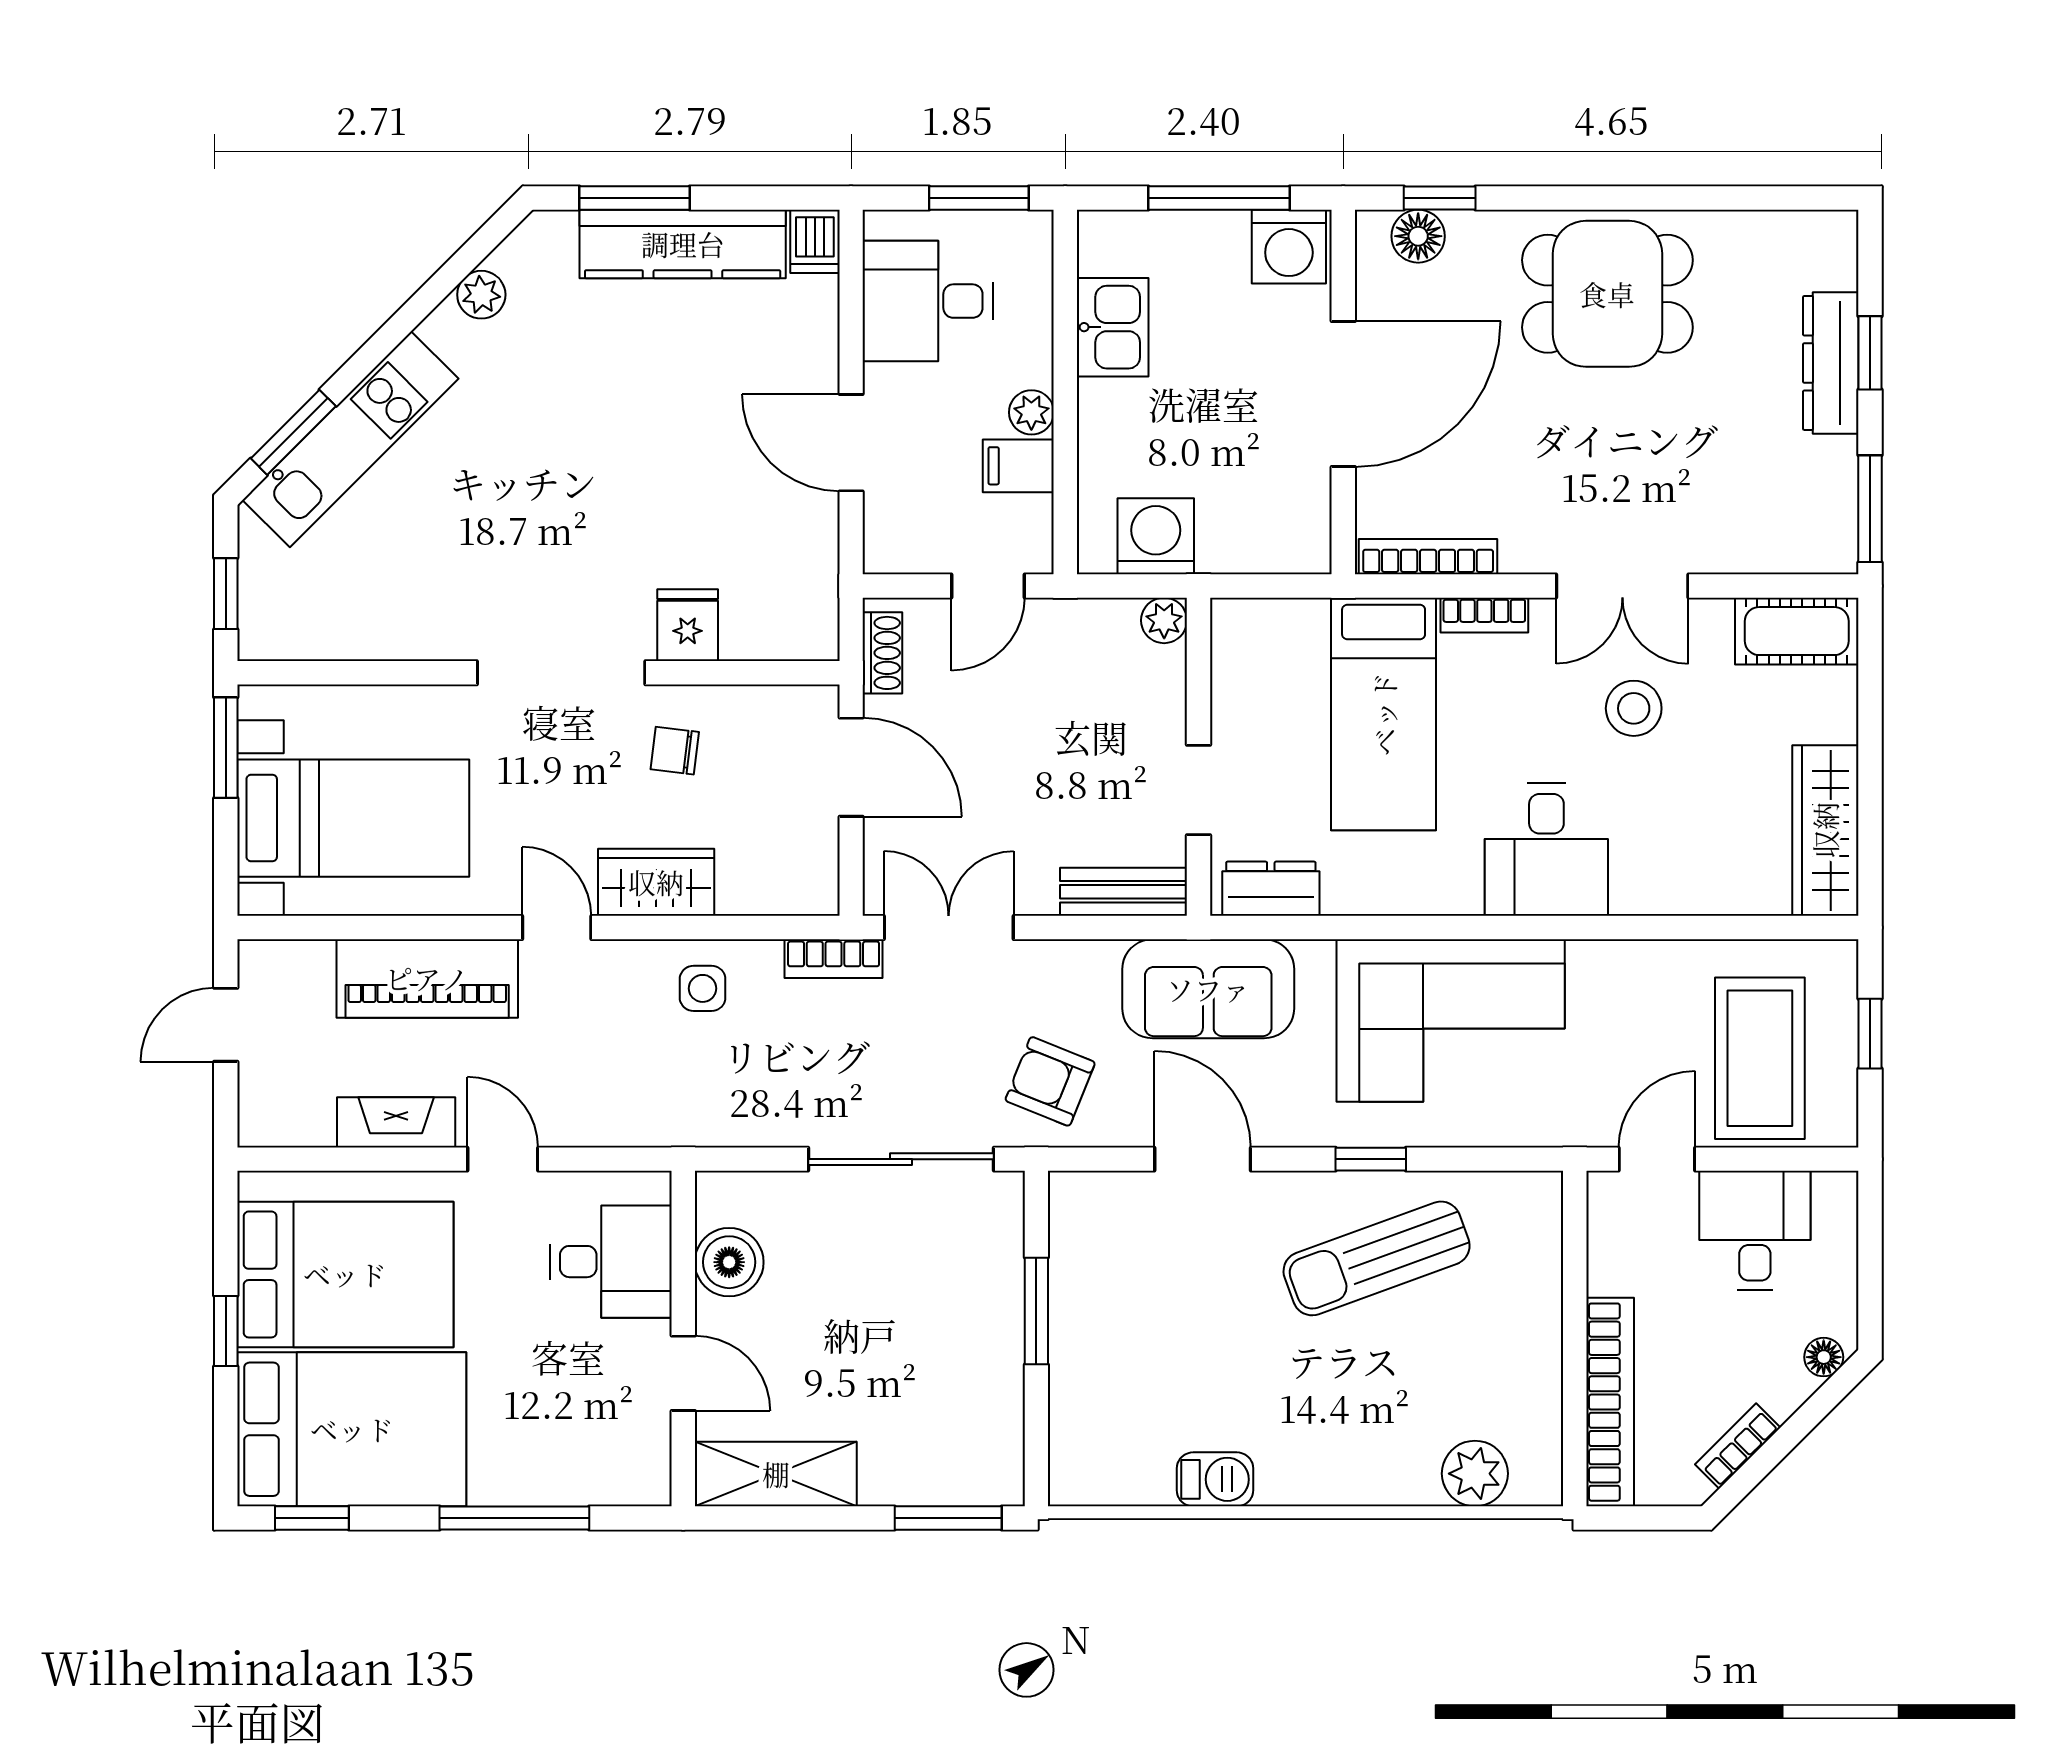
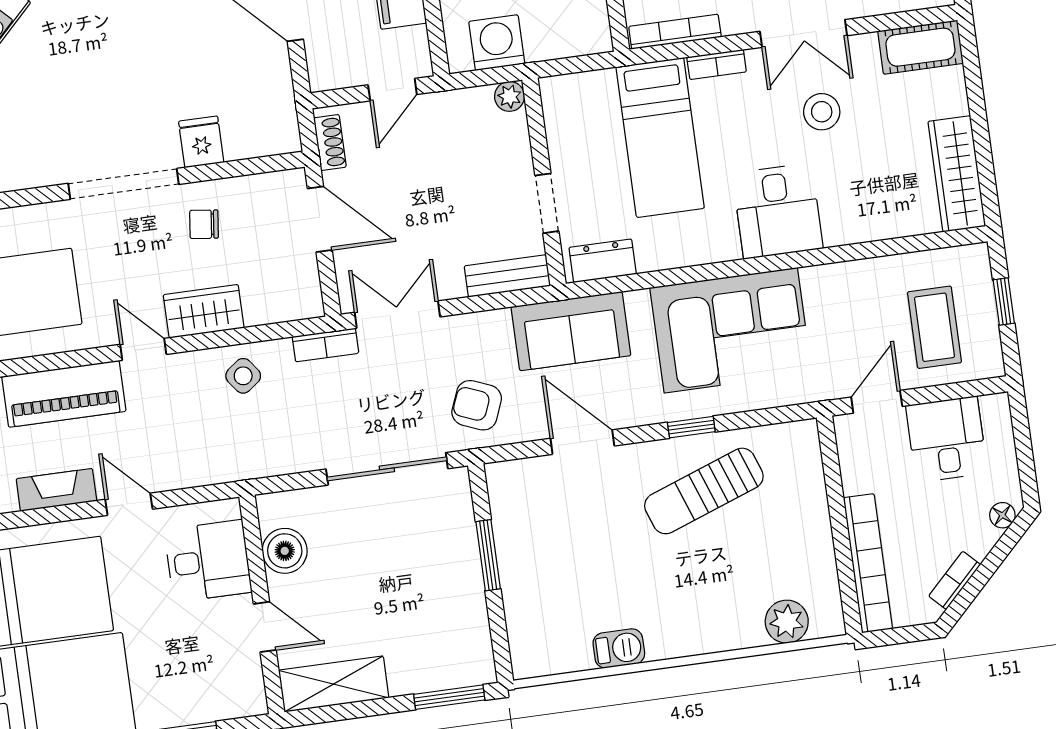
side table: (703, 988) -> (243, 376), turned -37
coffee table: (1760, 1058) -> (934, 327), width x0.73, depth x0.76

